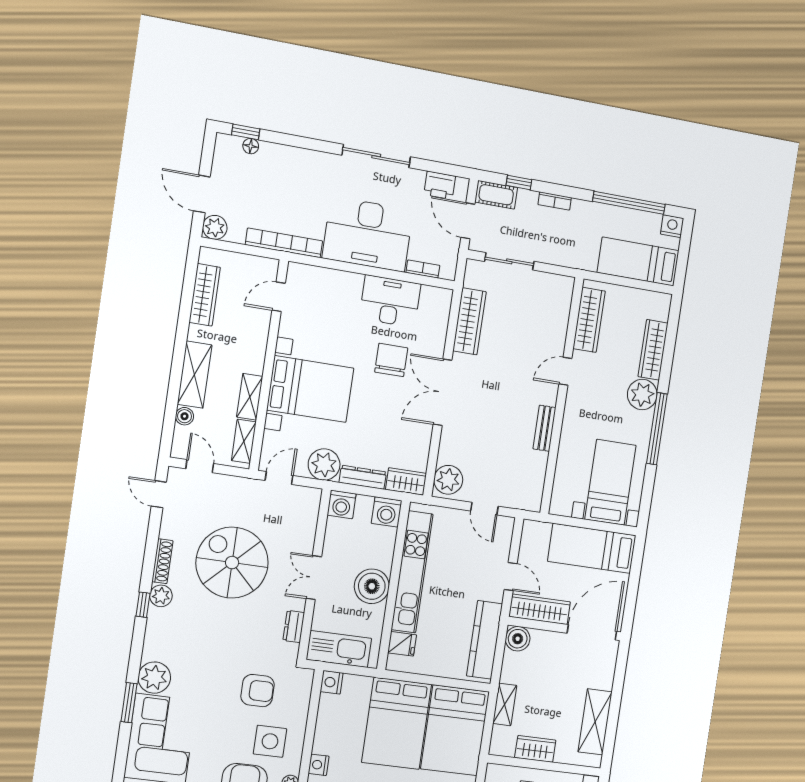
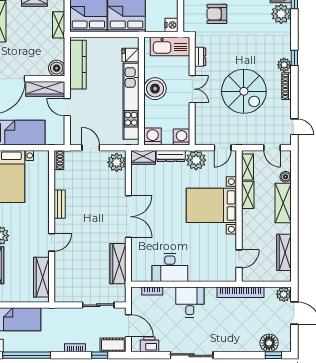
floor lamp: (251, 146) -> (269, 343), width x1.89, depth x1.89
desk: (368, 234) -> (190, 302), width x0.53, depth x0.77
chair: (391, 360) -> (164, 231), removed
shoe rack: (535, 497) -> (59, 160), added

